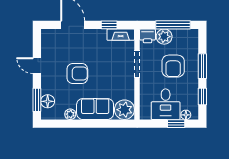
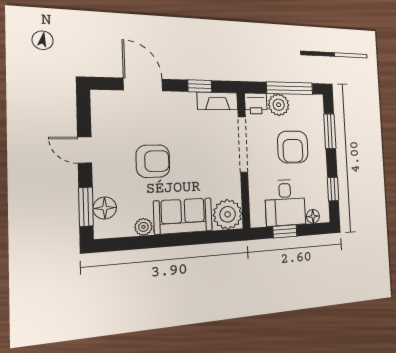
doorway: (137, 64) -> (243, 144), width x1.36
window: (202, 66) -> (330, 131), moved
window: (176, 124) -> (285, 231), moved

